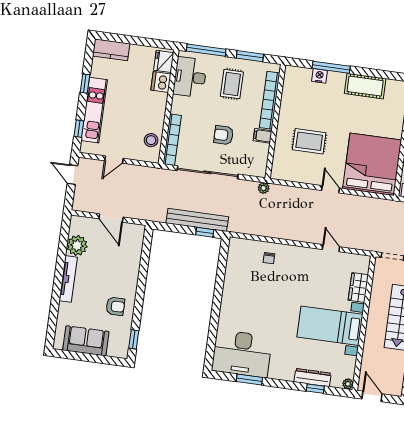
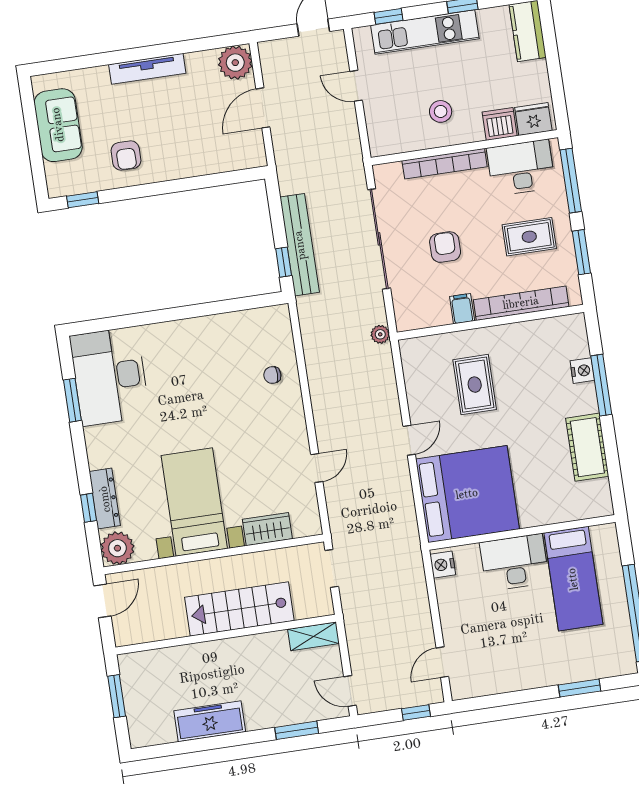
stool: (151, 140) -> (441, 111), moved
bookcase: (172, 140) -> (445, 164), moved
plant: (77, 245) -> (235, 63), moved
plant: (348, 384) -> (117, 548), width x1.88, depth x1.88

